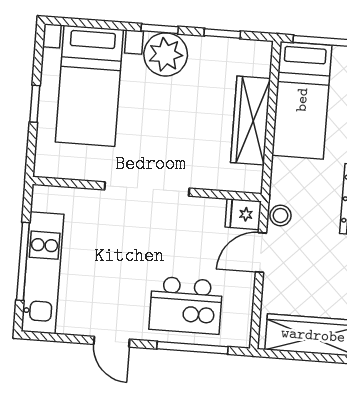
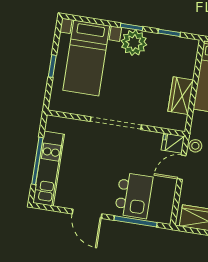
wardrobe: (251, 120) -> (181, 96), width x0.67
kitchen island: (186, 305) -> (134, 195), turned -90
door: (112, 342) -> (87, 214), width x1.37

